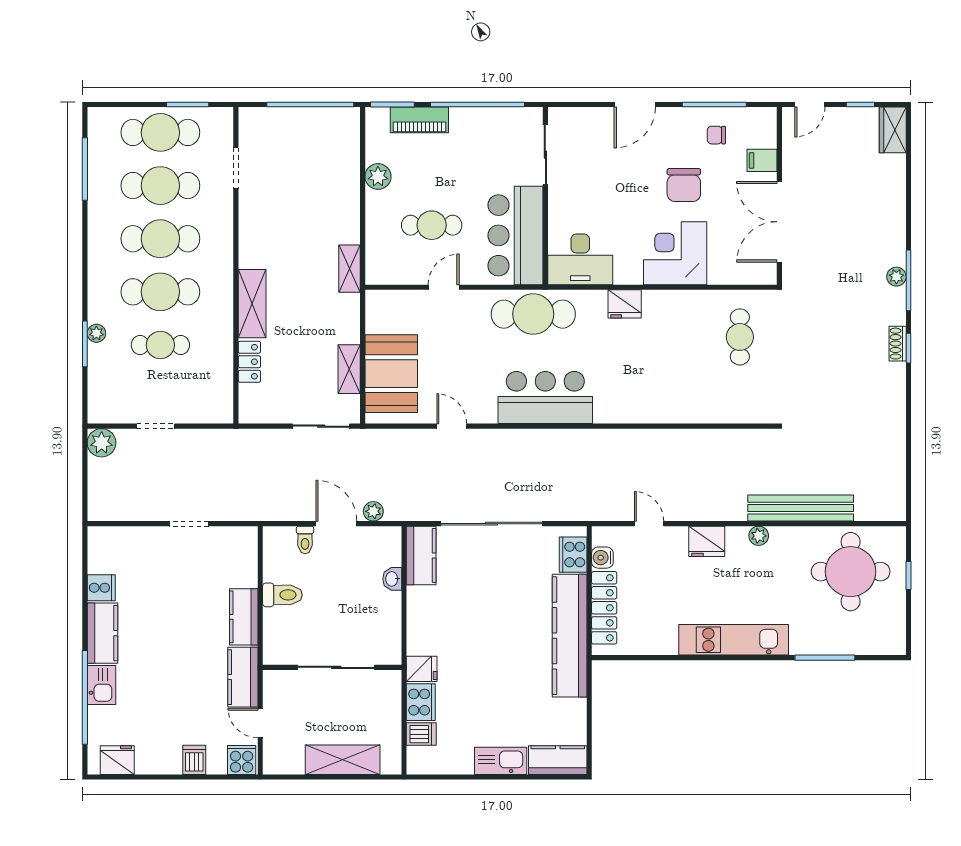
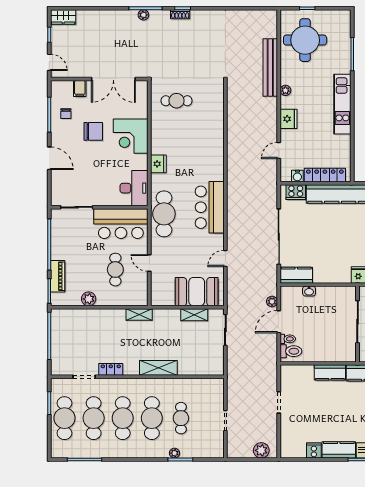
locker: (249, 362) -> (111, 369), moved
plant: (102, 443) -> (261, 450), moved
toilet: (282, 595) -> (291, 351), moved, turned 90

